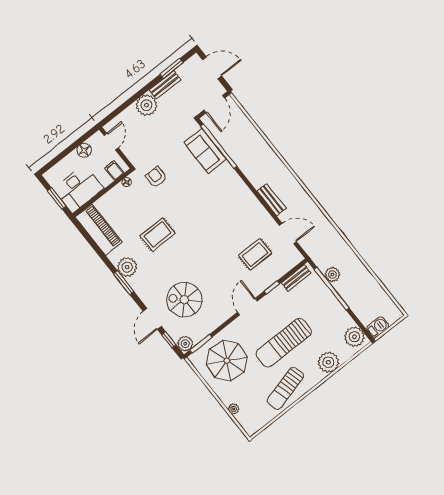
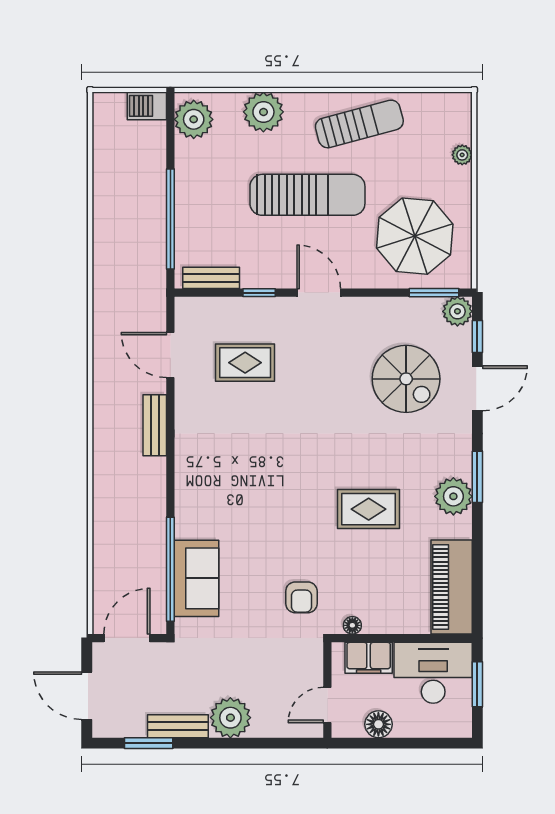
filing cabinet: (114, 170) -> (369, 658), width x2.00
plant: (332, 275) -> (152, 240), removed
door: (248, 307) -> (319, 293), swing flipped

